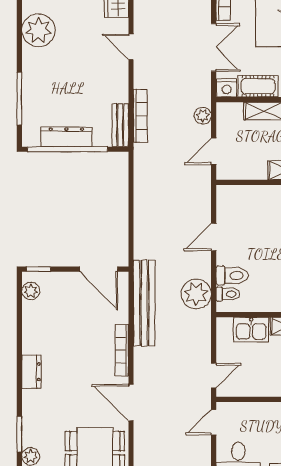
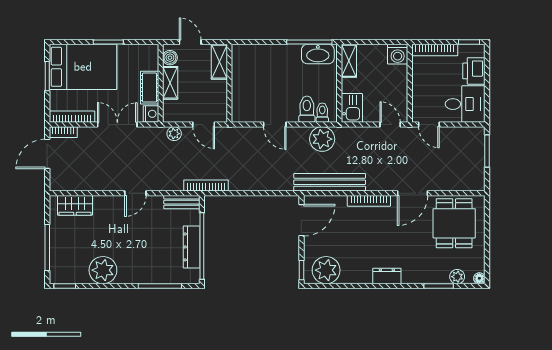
door: (131, 47) -> (135, 193), moved
bookcase: (140, 116) -> (206, 185), moved
plant: (31, 291) -> (326, 270), width x1.88, depth x1.88
kitchen sink: (251, 330) -> (352, 108), moved

